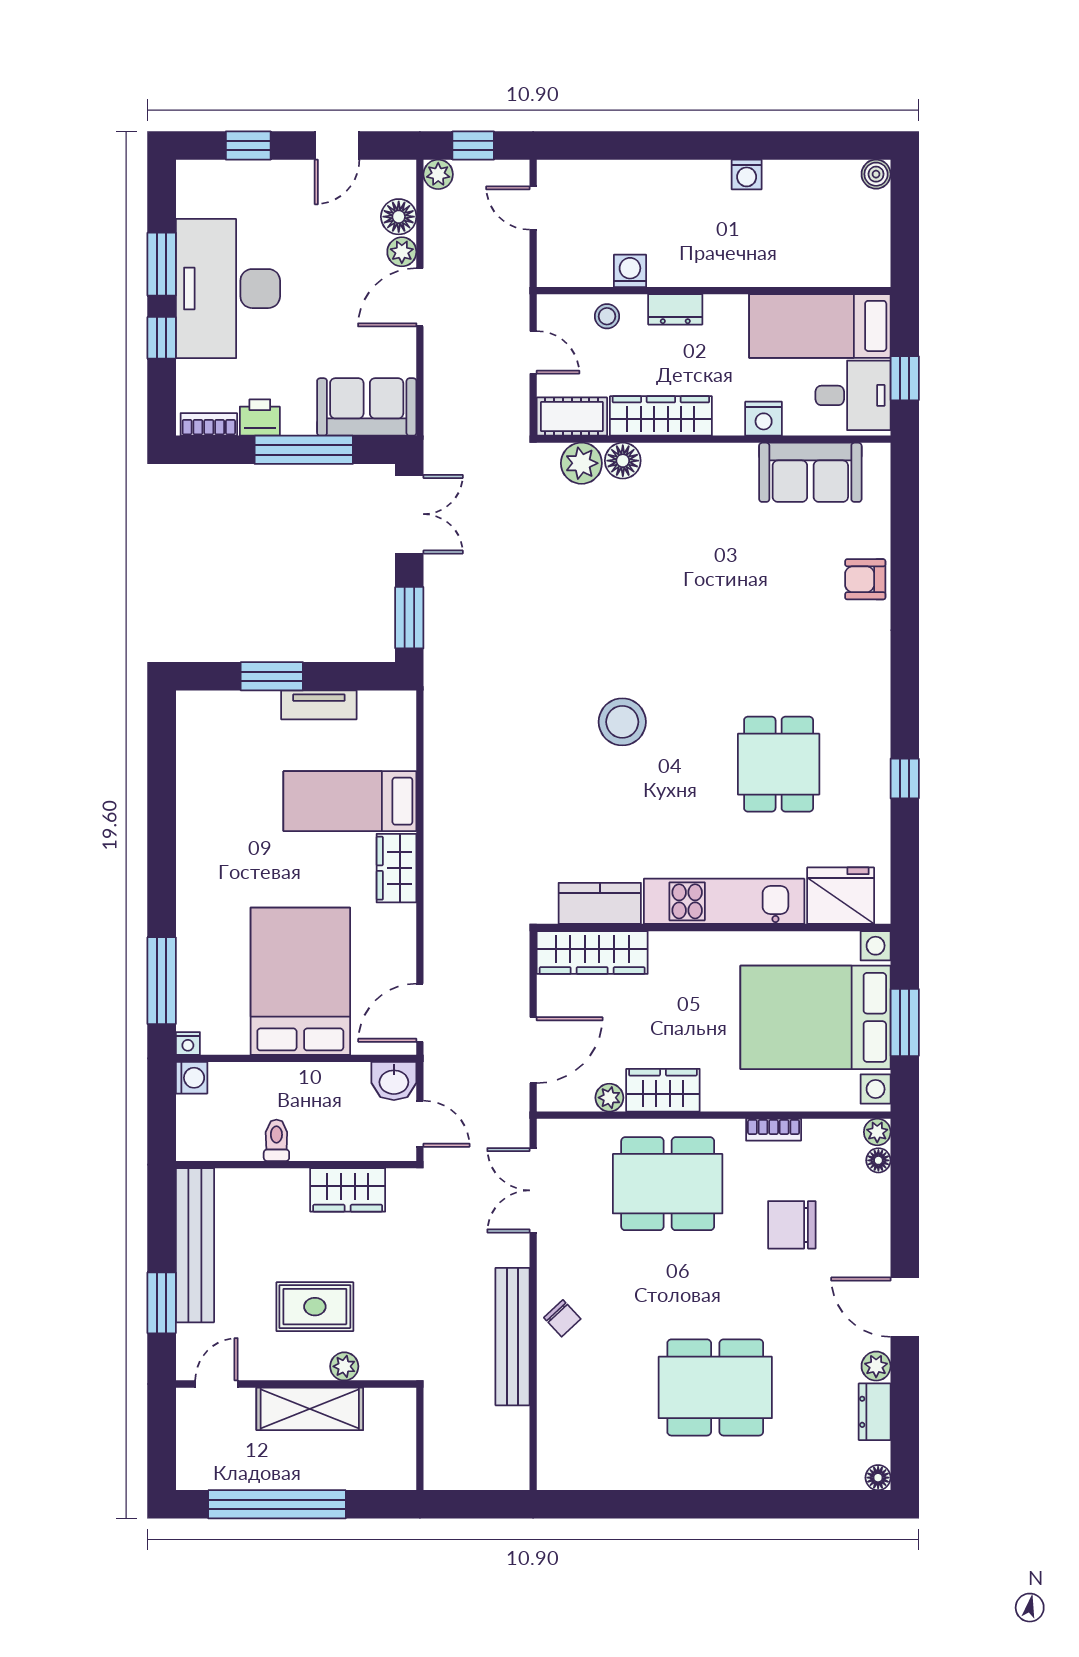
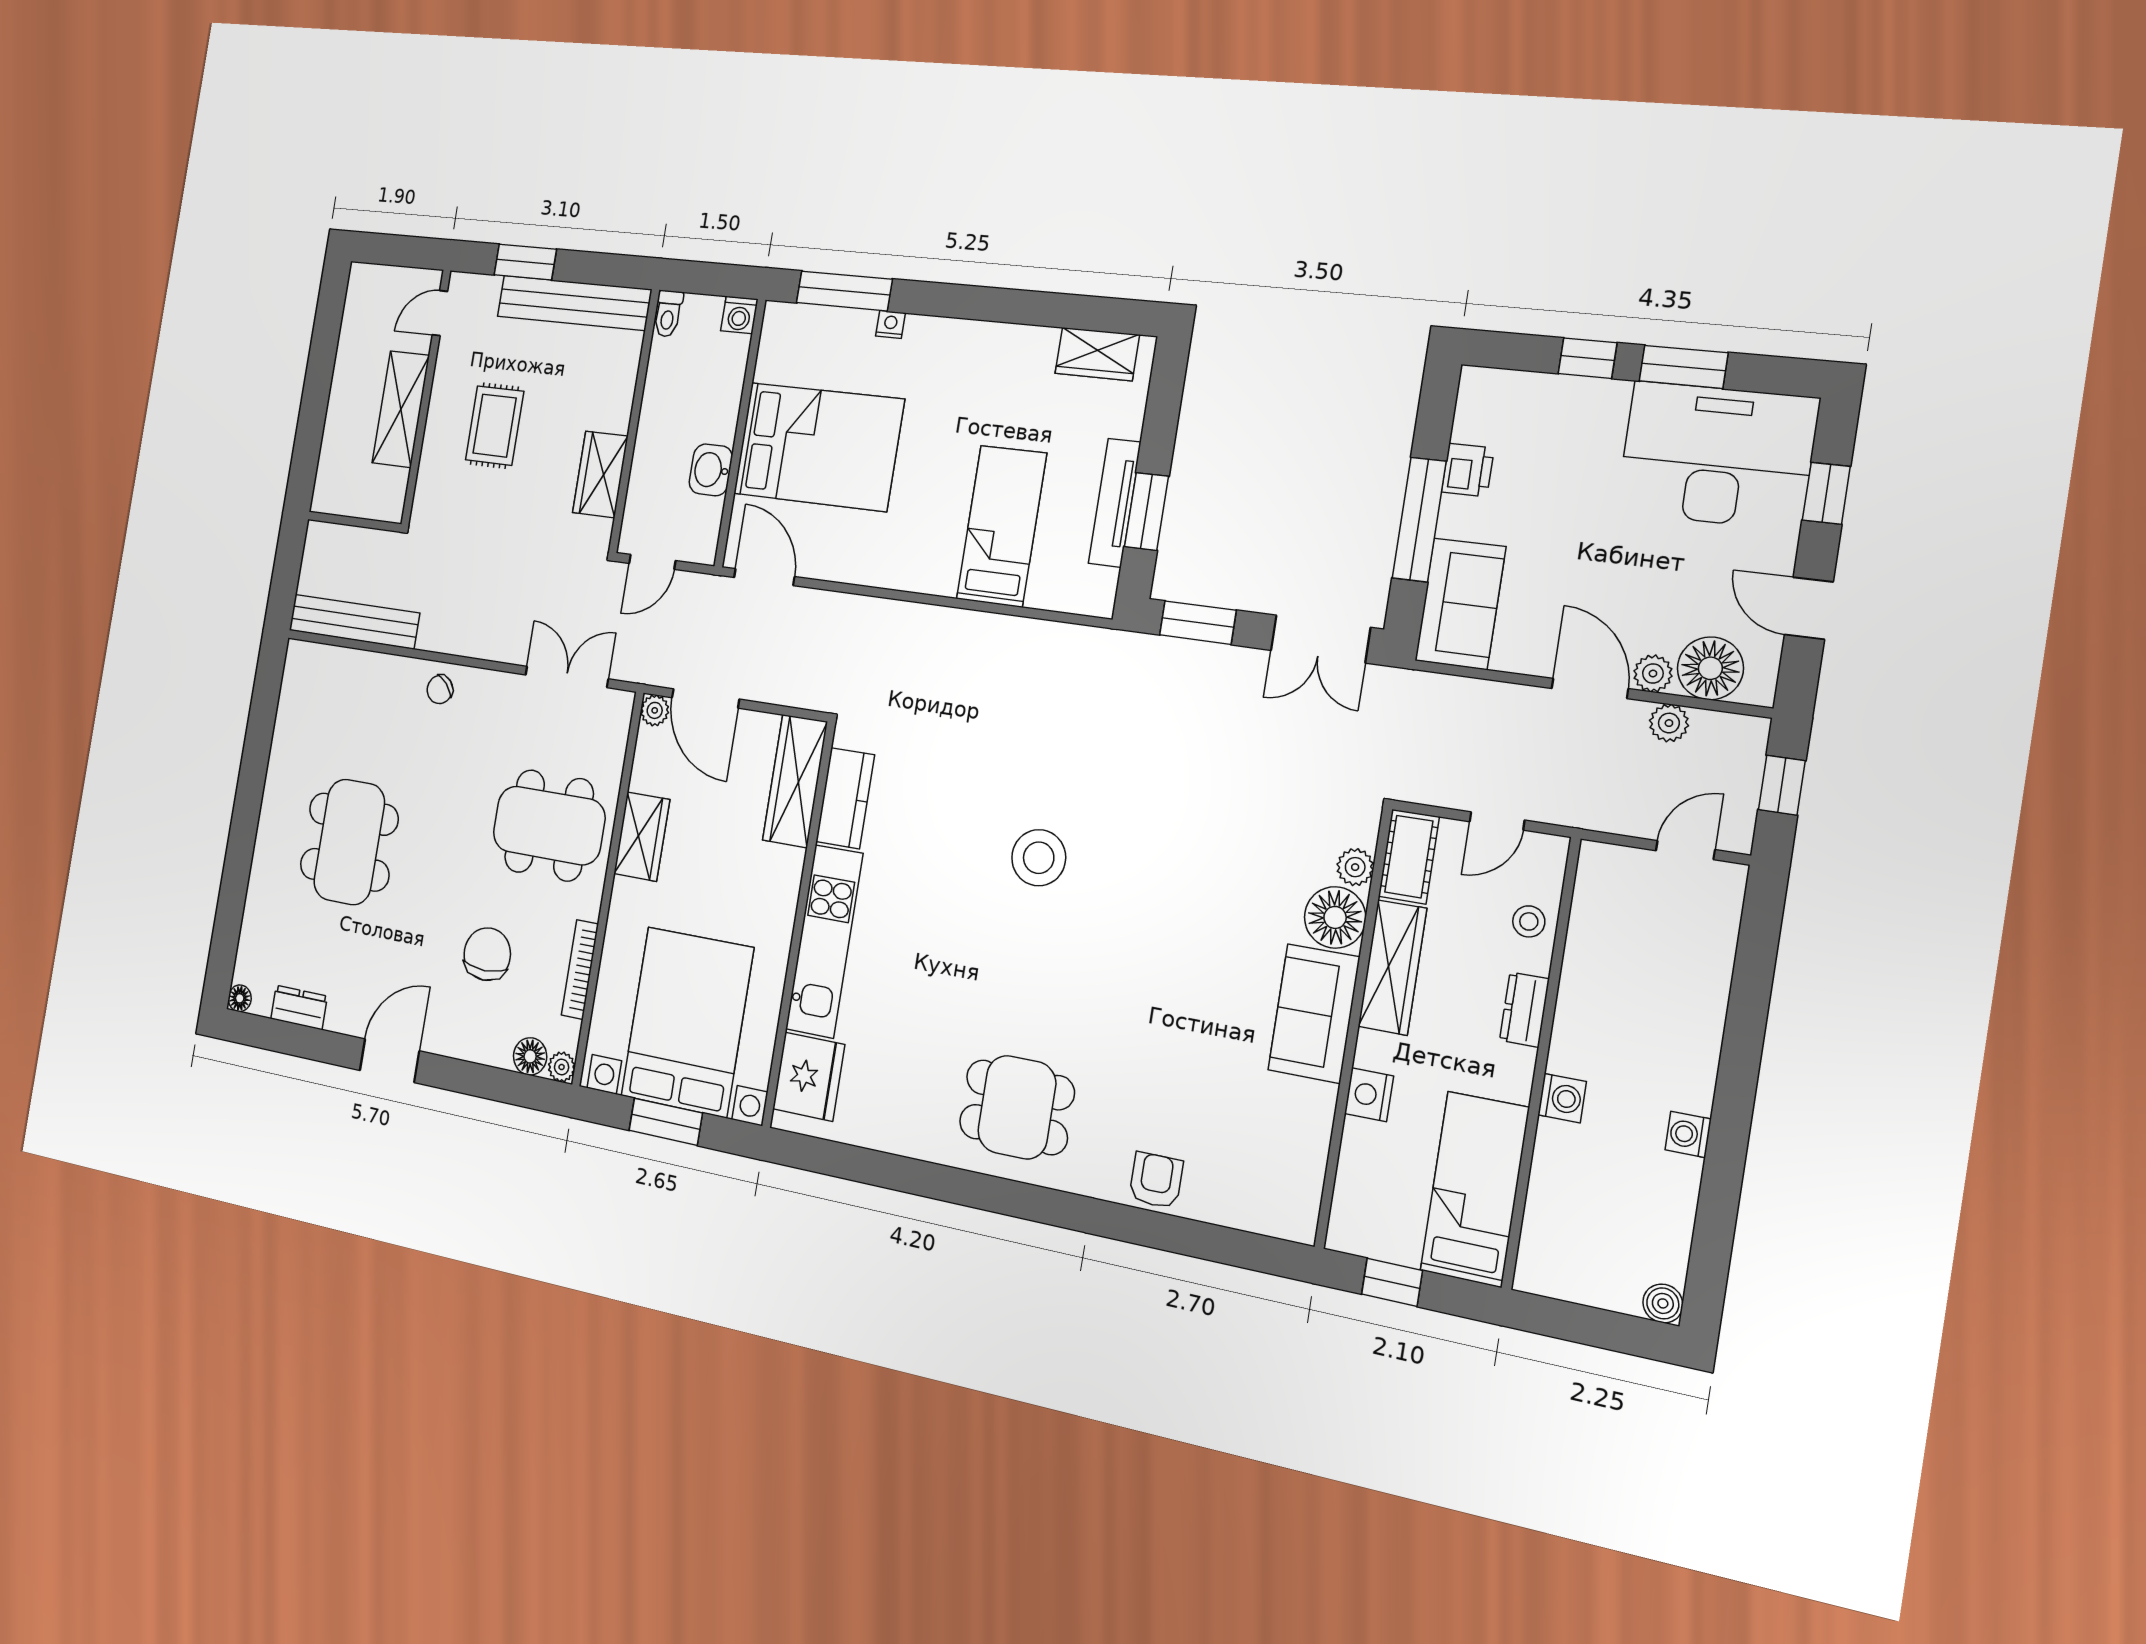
plant: (438, 174) -> (1669, 723), moved
floor lamp: (399, 217) -> (1710, 668), width x1.38, depth x1.38
washing machine: (630, 271) -> (1562, 1098), moved
desk: (228, 289) -> (1717, 455), moved
desk: (853, 395) -> (1381, 1213), removed
bookcase: (209, 424) -> (1469, 406), removed
floor lamp: (623, 461) -> (1335, 917), width x1.38, depth x1.38
plant: (581, 463) -> (1355, 867), width x0.73, depth x0.73
sofa: (810, 472) -> (1314, 1013), moved
window: (272, 676) -> (1146, 511), moved
tv unit: (319, 705) -> (1115, 503), width x1.41
dining table: (779, 764) -> (1017, 1107), moved
window: (905, 778) -> (923, 1179), removed
wardrobe: (396, 868) -> (1097, 354), moved, turned 180
nightstand: (188, 1043) -> (890, 324), moved, turned 90
washbasin: (394, 1081) -> (711, 470), moved
plant: (609, 1098) -> (655, 710), moved
bookcase: (774, 1130) -> (580, 970), width x1.56
toilet: (276, 1140) -> (668, 314), moved, turned 90
floor lamp: (878, 1160) -> (530, 1056), width x1.37, depth x1.37
dining table: (668, 1184) -> (549, 825), turned 90
bench: (513, 1337) -> (354, 622), moved
plant: (344, 1366) -> (434, 450), removed
plant: (876, 1366) -> (340, 1018), removed
door: (216, 1384) -> (440, 313), swing flipped
window: (277, 1504) -> (321, 365), removed

